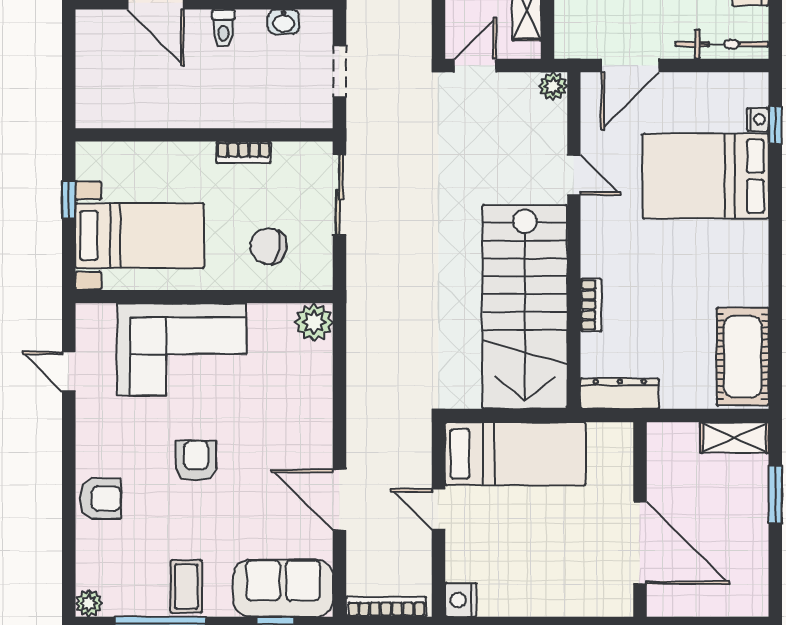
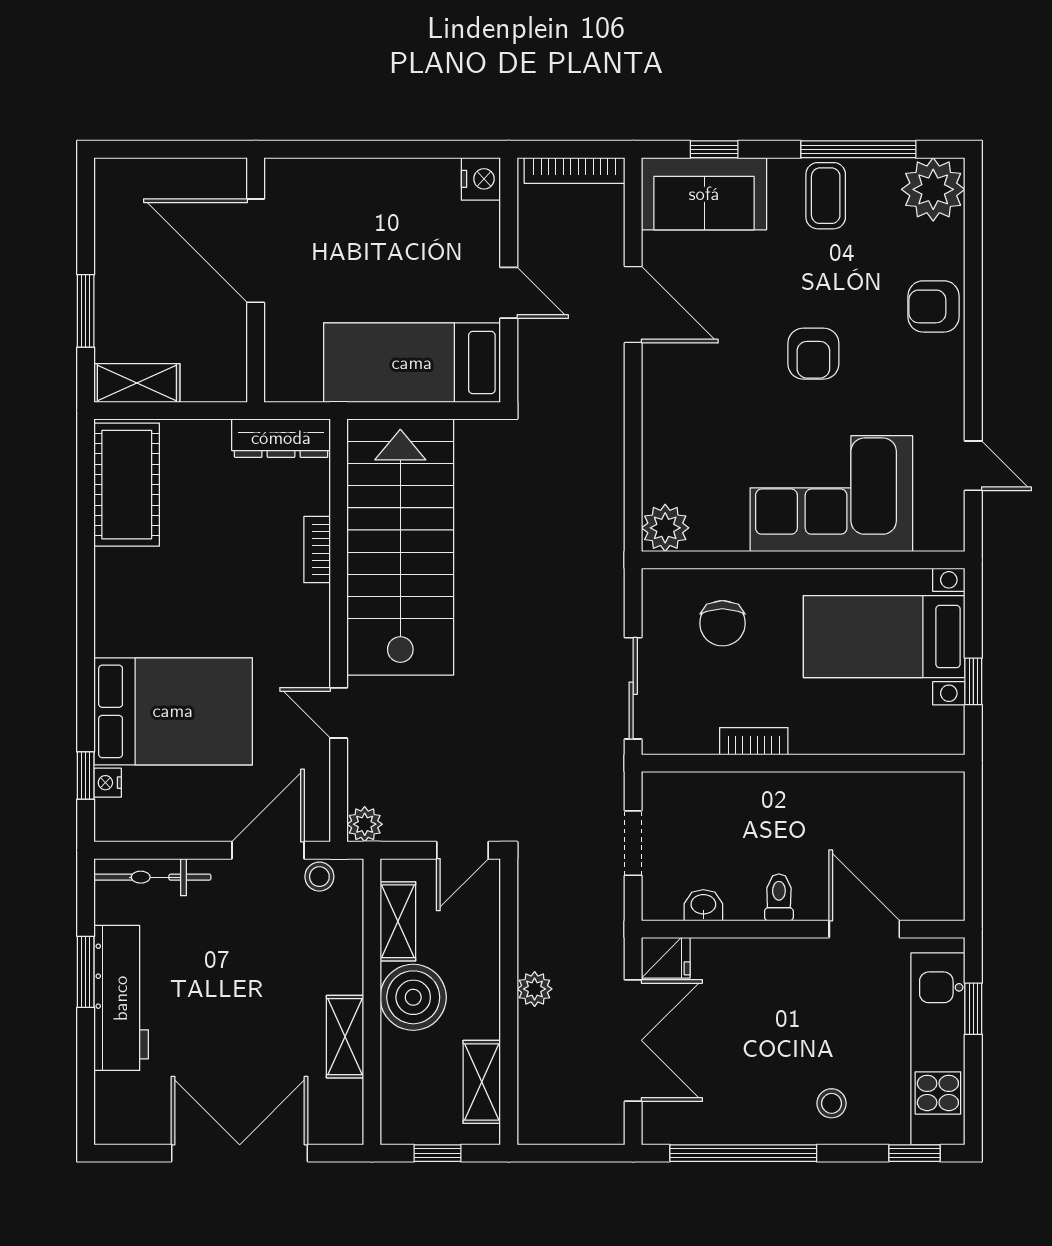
stool: (589, 45) -> (319, 877), added
chair: (268, 246) -> (722, 623), turned 79
plant: (89, 603) -> (933, 189), width x1.88, depth x1.88

